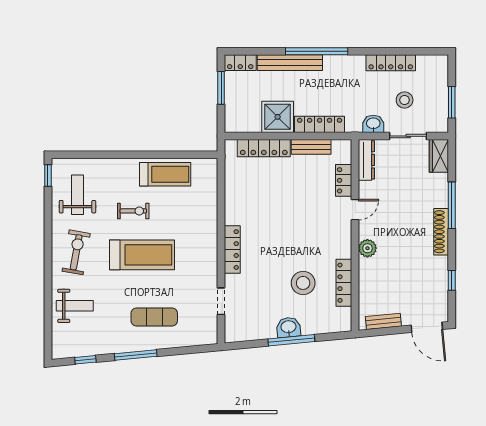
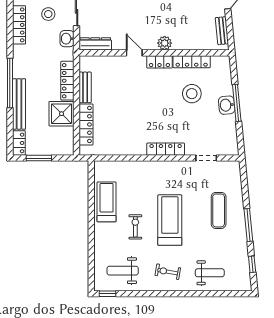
locker: (344, 180) -> (159, 62), moved
exercise bike: (76, 252) -> (168, 272), width x0.73, depth x0.72
weight bench: (75, 306) -> (210, 273), turned 90

